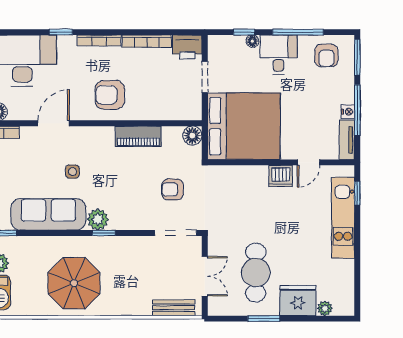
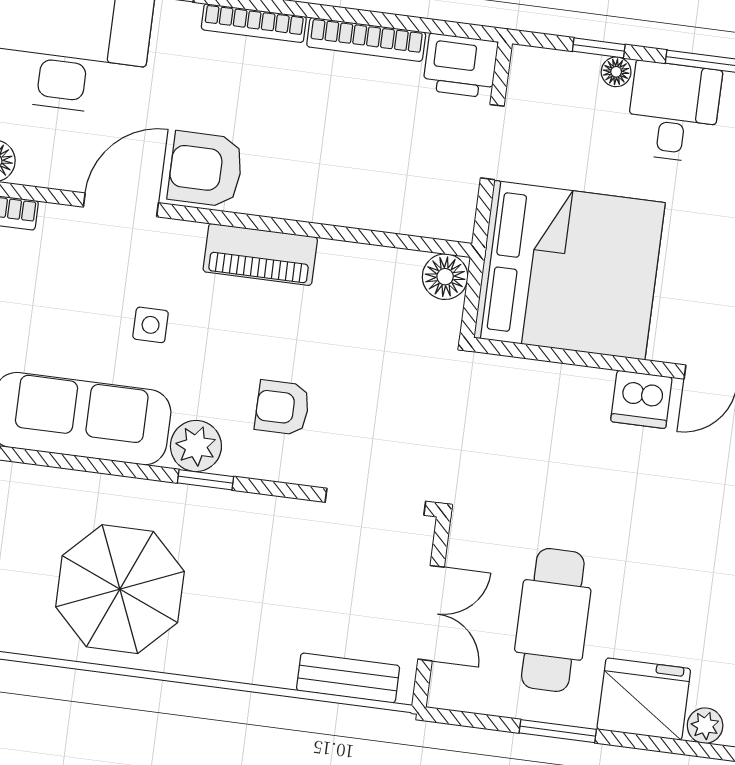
armchair: (110, 95) -> (206, 169), moved
piano: (138, 136) -> (260, 254), moved
armchair: (172, 189) -> (282, 408), moved

